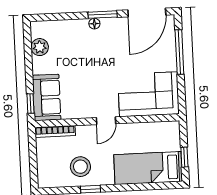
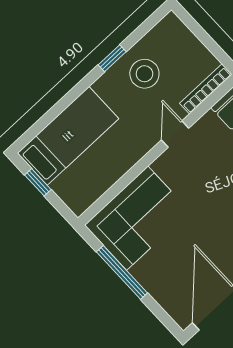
window: (179, 52) -> (122, 272), moved
door: (106, 121) -> (175, 134), moved

